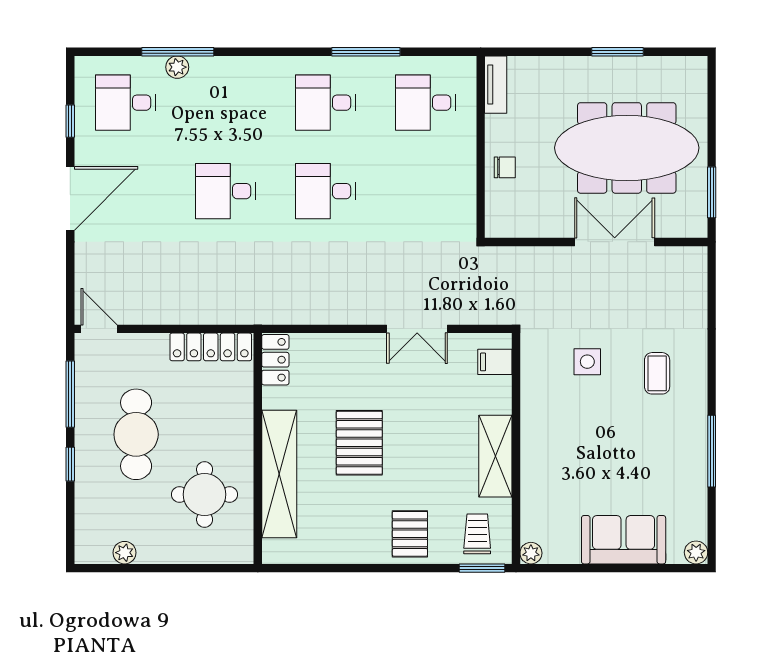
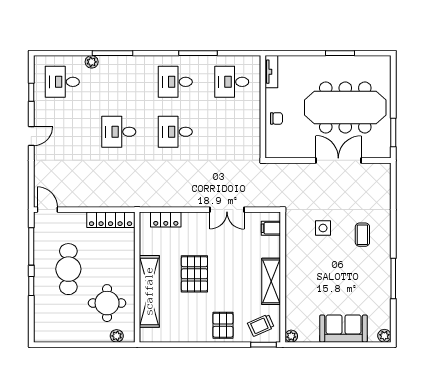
window: (178, 52) -> (113, 53), moved
door: (70, 198) -> (31, 136), width x0.53
locker: (275, 360) -> (166, 220), moved, turned 90
trolley: (477, 534) -> (261, 325), turned -114
plant: (125, 553) -> (117, 336), moved

